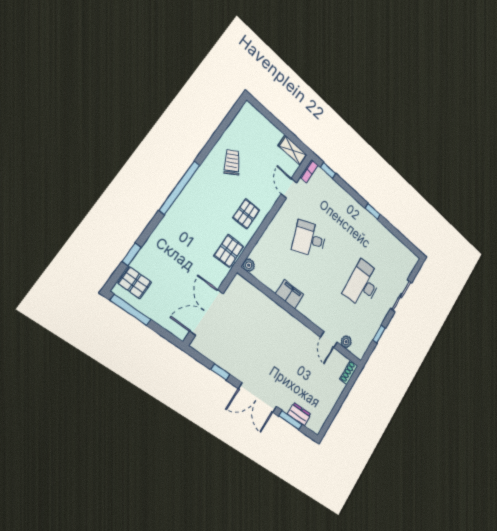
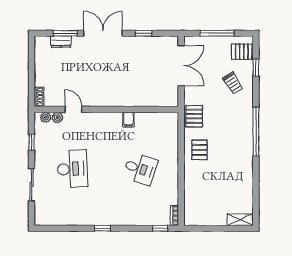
shelving: (293, 150) -> (240, 220), moved
trolley: (232, 162) -> (233, 83), moved
door: (289, 188) -> (181, 192), removed
desk: (309, 239) -> (140, 169), turned 39
plant: (249, 265) -> (46, 117), moved
filing cabinet: (290, 294) -> (128, 120), width x0.50
window: (131, 310) -> (217, 33), moved

